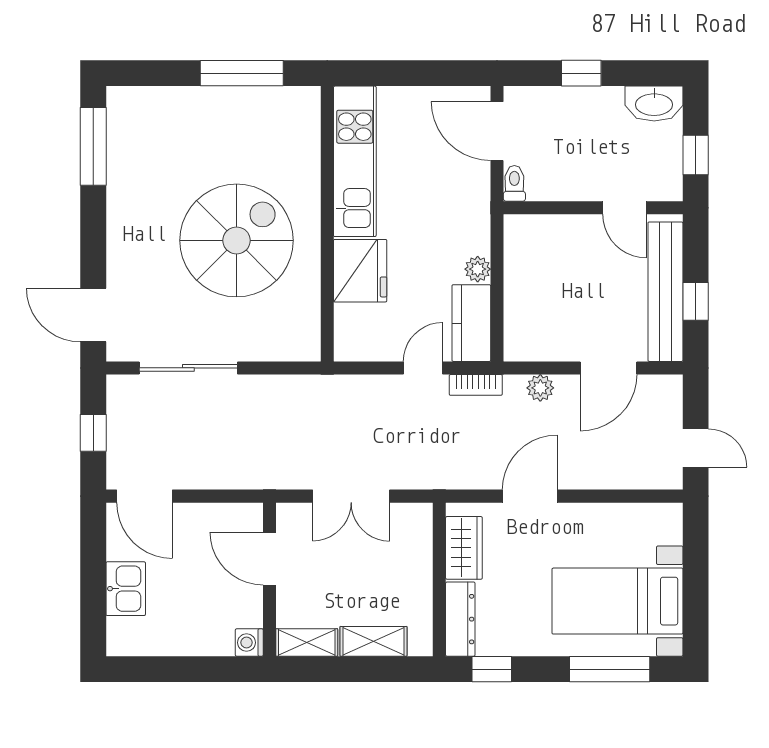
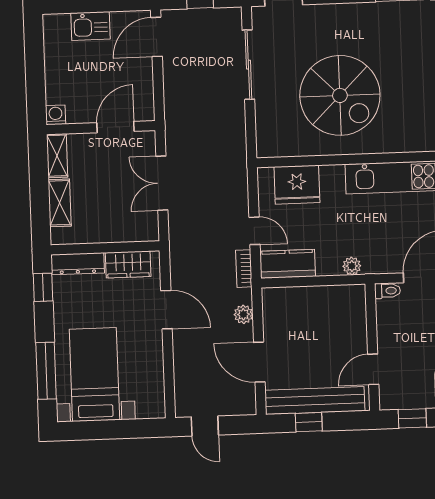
plant: (478, 269) -> (352, 266), moved
fridge: (360, 271) -> (297, 185), moved
door: (696, 448) -> (205, 426), hinge flipped

